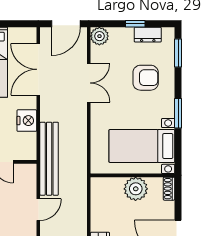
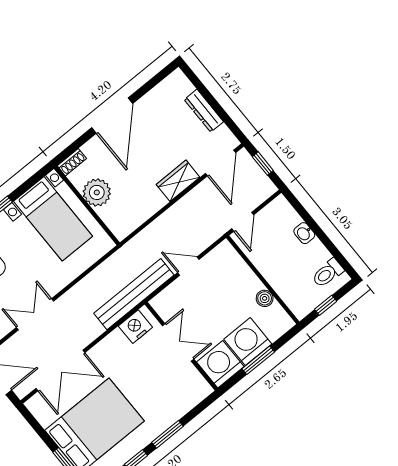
nightstand: (27, 121) -> (135, 327), moved

